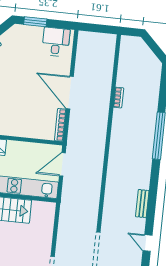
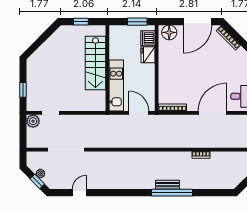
door: (70, 93) -> (212, 113), moved
bench: (142, 204) -> (168, 185), moved

